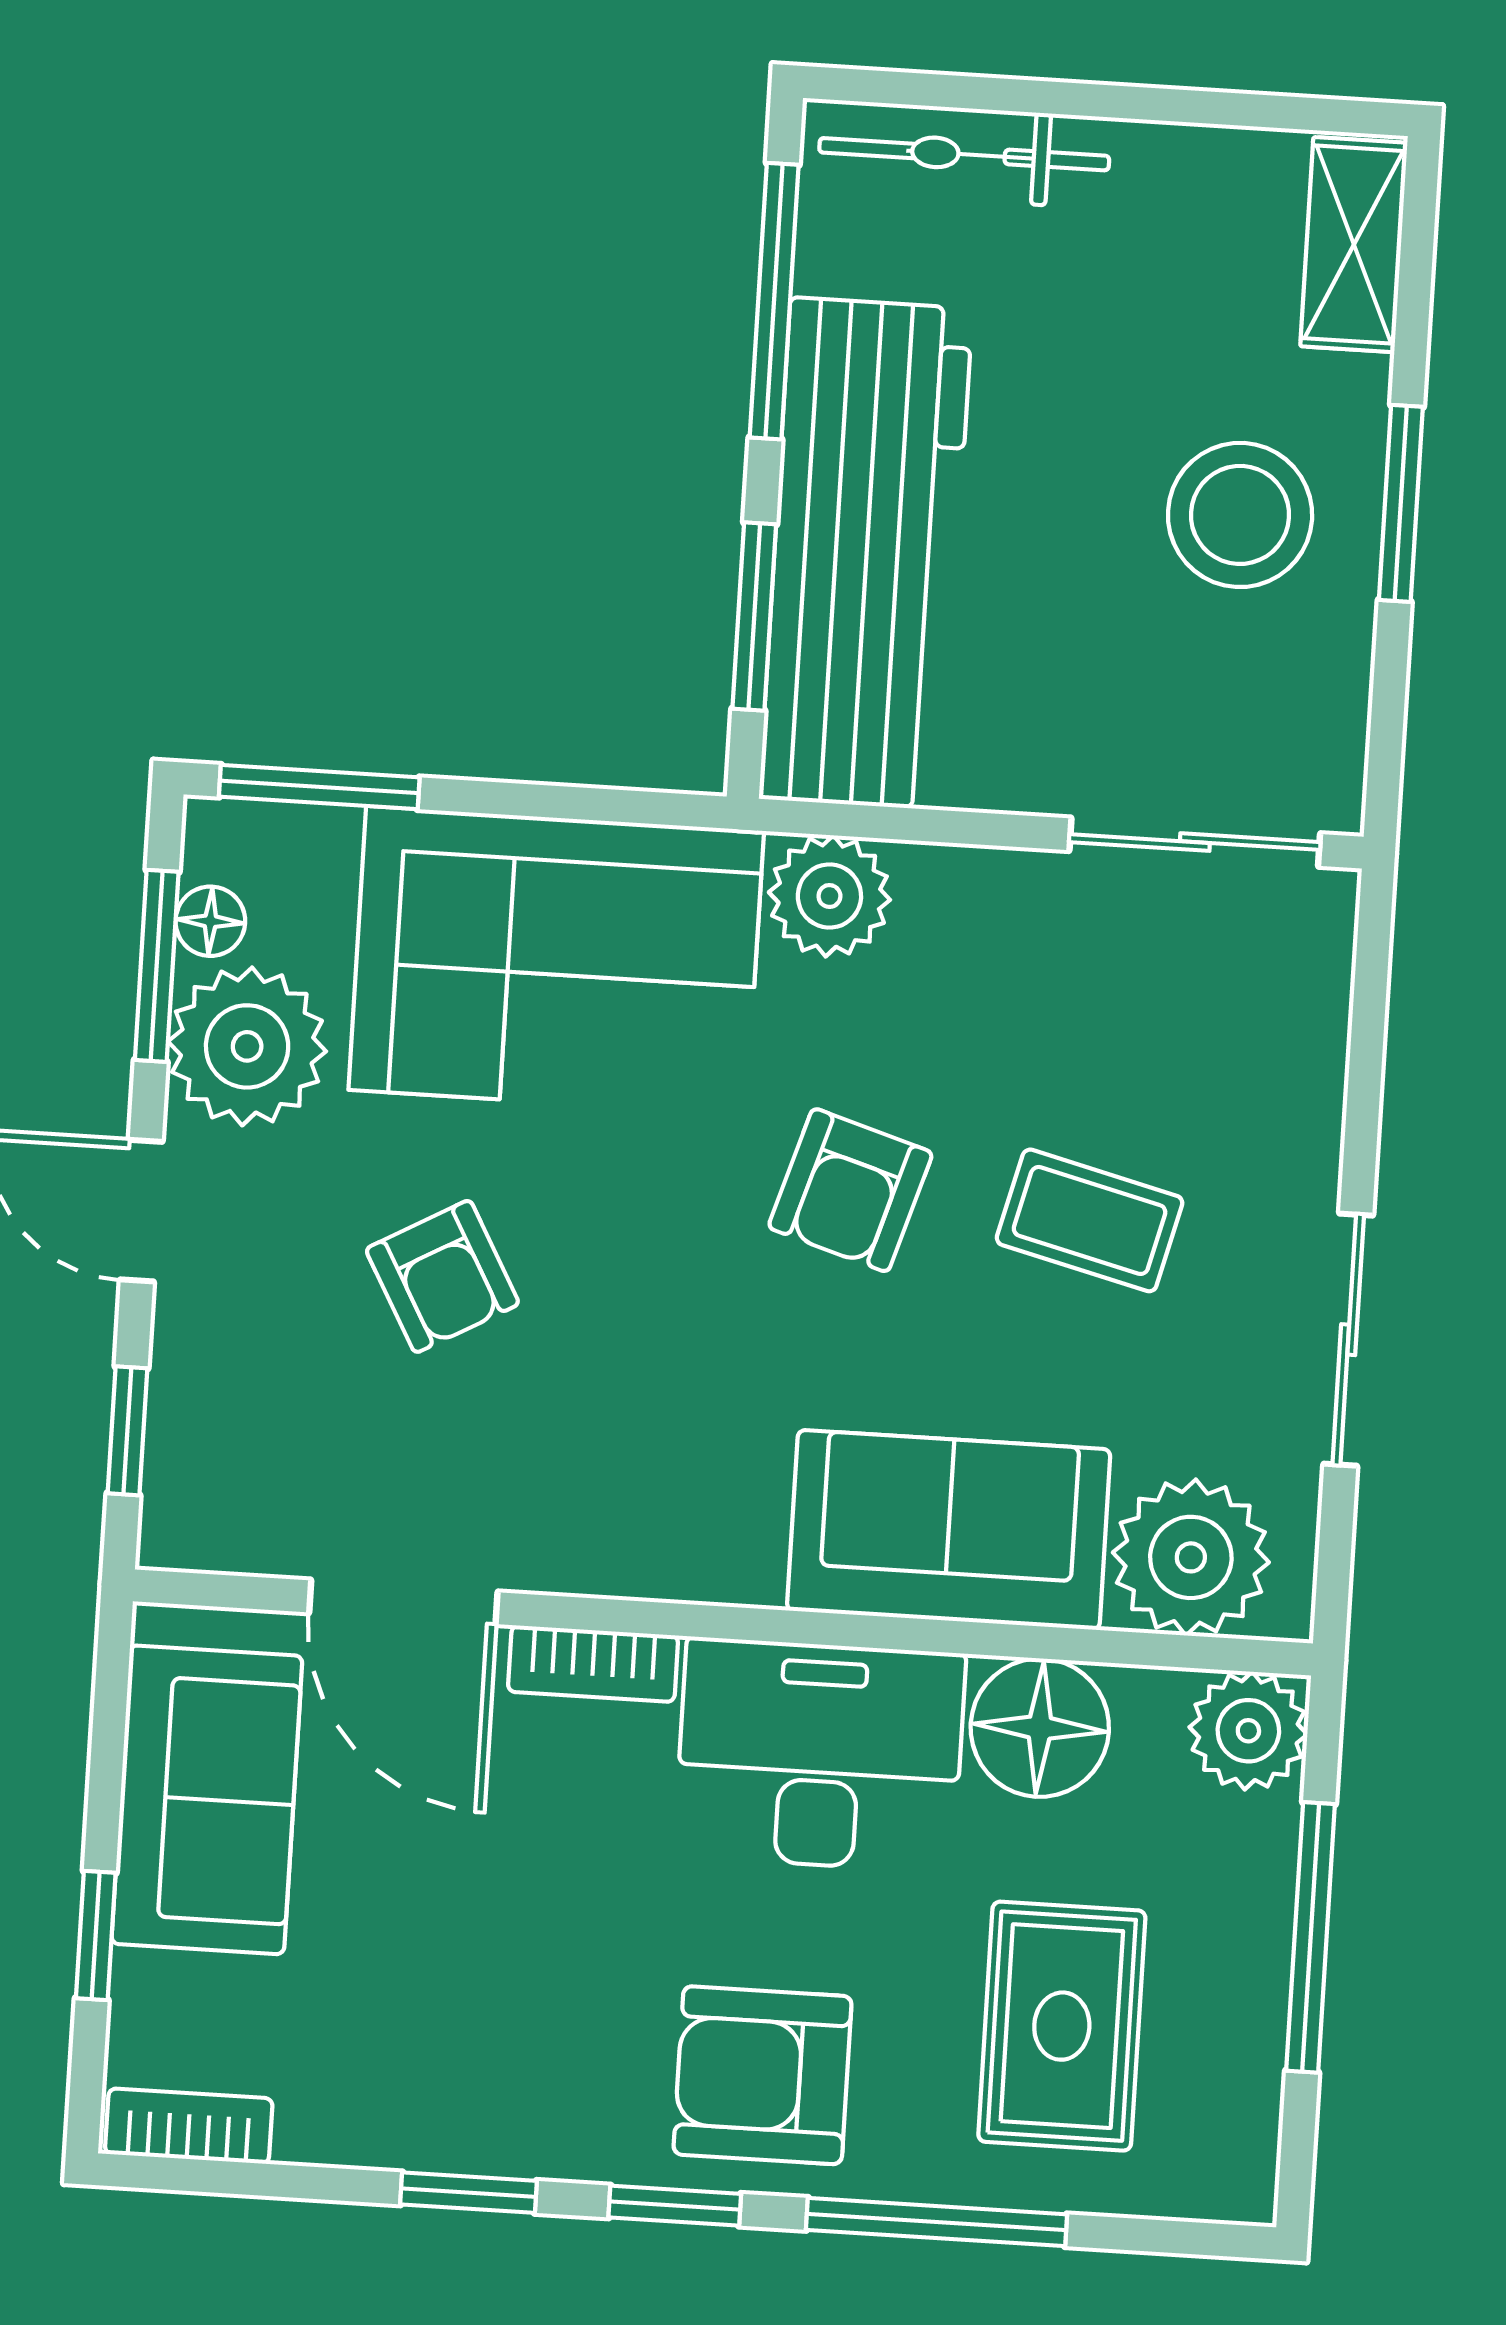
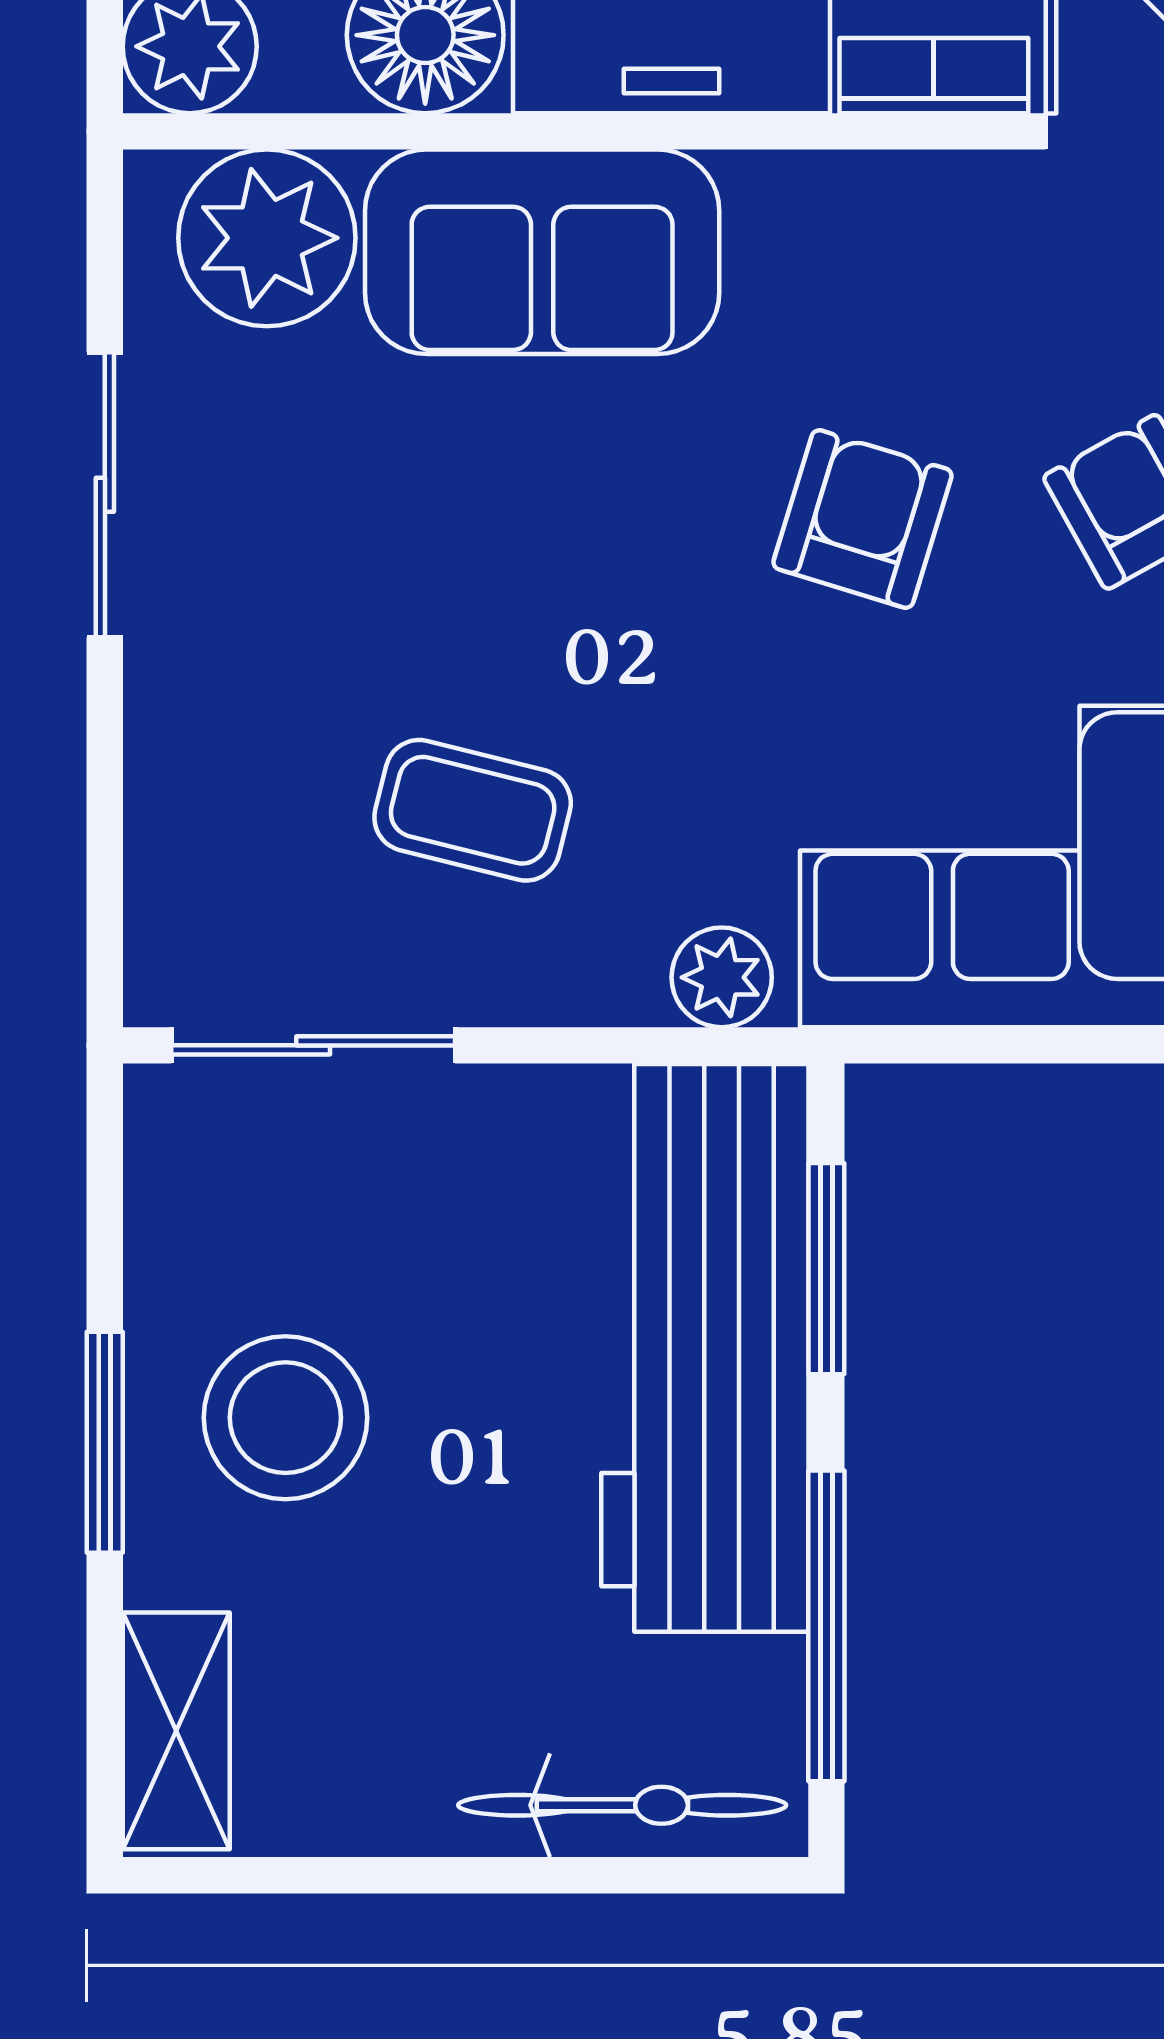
plant: (829, 896) -> (722, 977), width x0.73, depth x0.73
armchair: (850, 1190) -> (862, 519), moved
coffee table: (1090, 1220) -> (473, 810), moved

